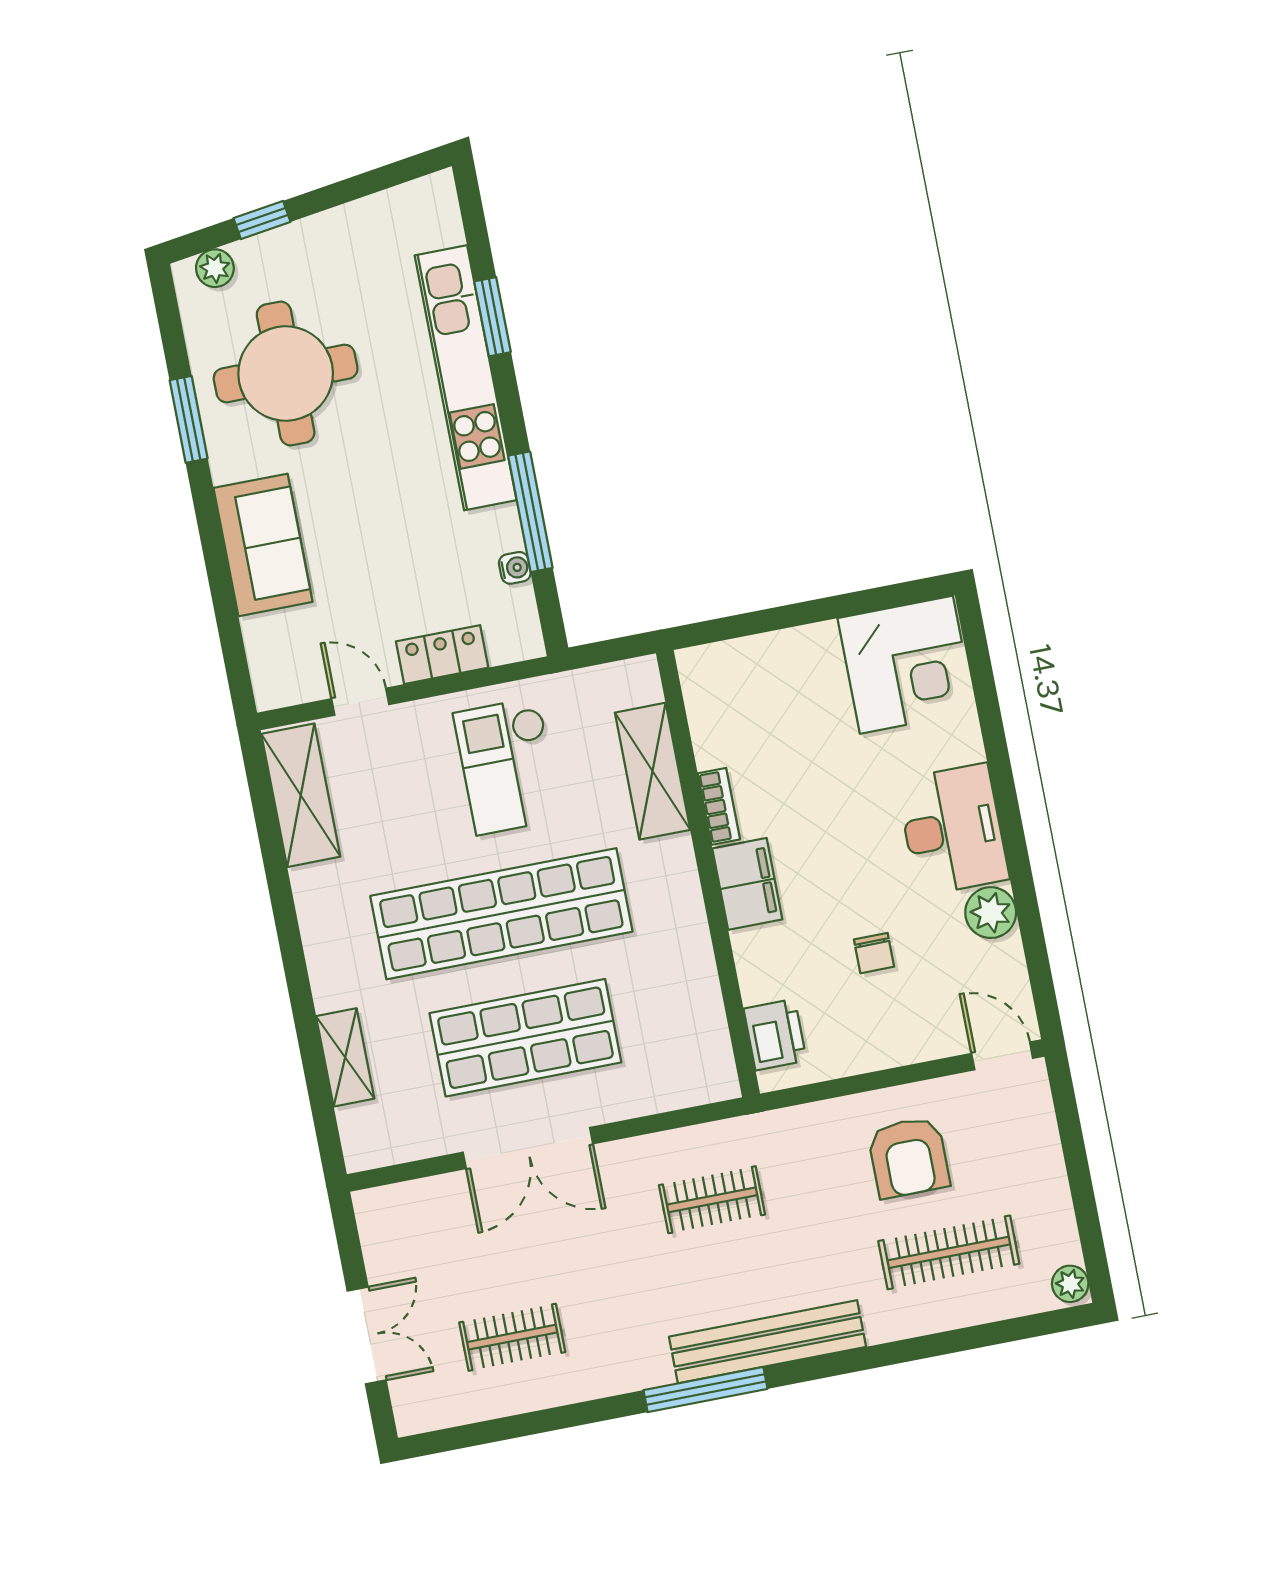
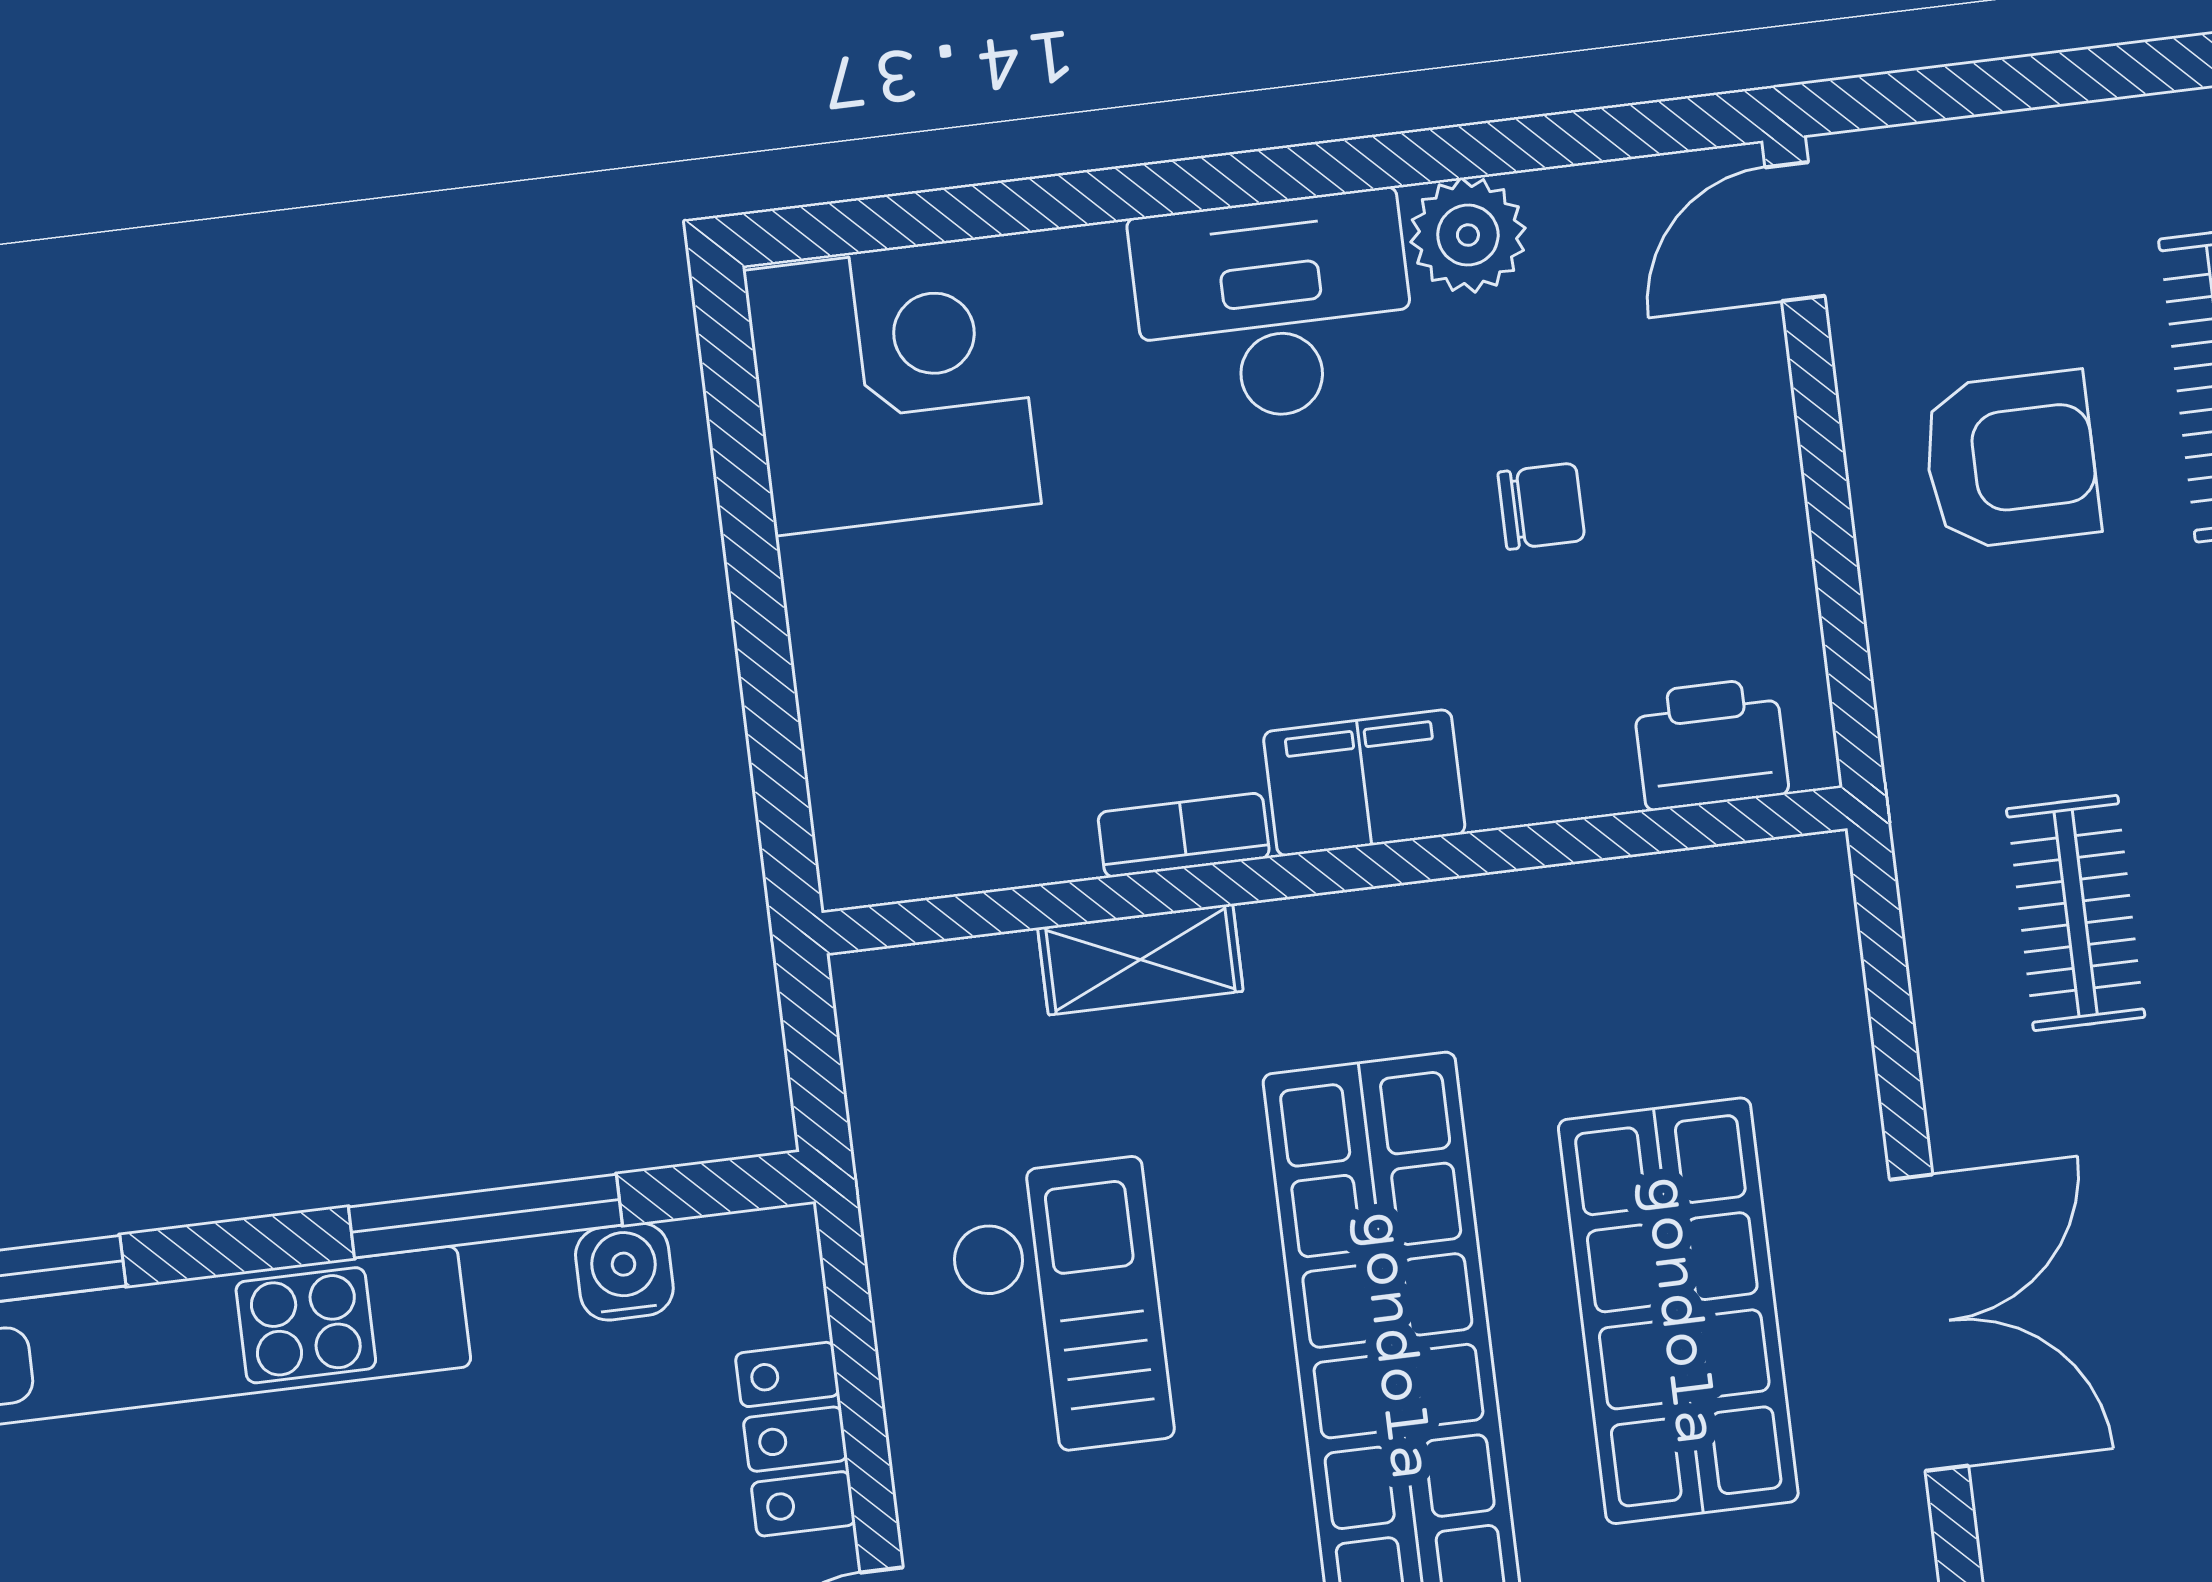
water cooler: (515, 568) -> (624, 1272), width x1.38, depth x1.38
checkout: (507, 766) -> (1059, 1308), turned -90
shelving: (653, 771) -> (1140, 959), width x0.67, depth x0.75

